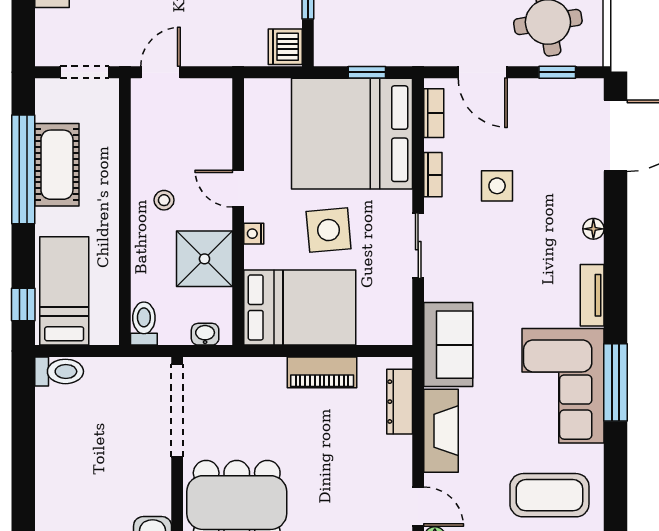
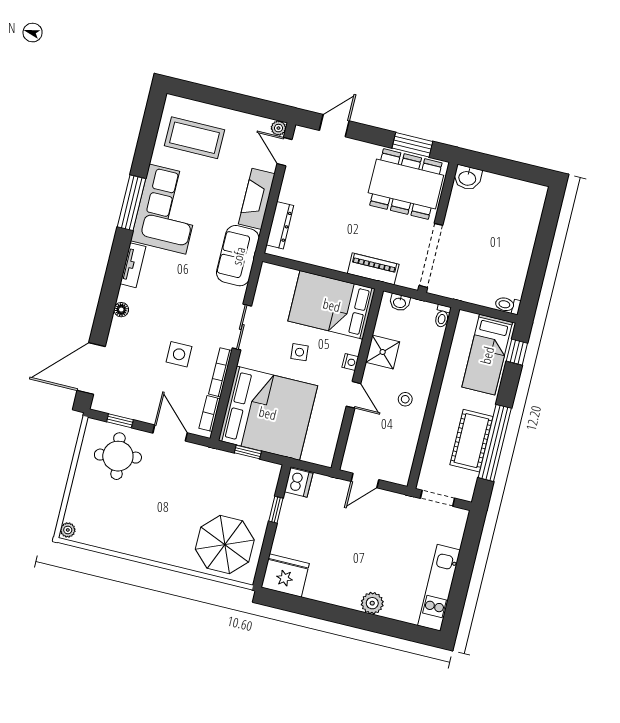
door: (160, 72) -> (365, 481), moved
bookcase: (433, 175) -> (220, 372), width x1.56
side table: (329, 230) -> (300, 352), width x0.54, depth x0.54
shower: (204, 259) -> (383, 352), width x0.73, depth x0.73
toilet: (144, 323) -> (442, 316), width x0.73, depth x0.72
toilet: (59, 371) -> (508, 305), width x0.73, depth x0.72
piano: (322, 372) -> (373, 269), moved

